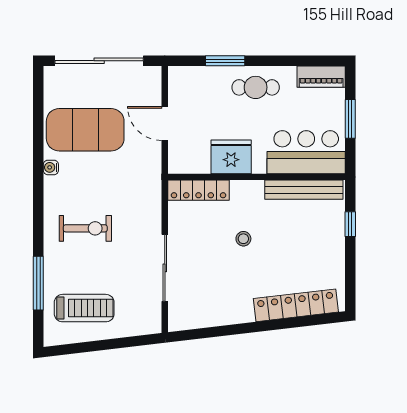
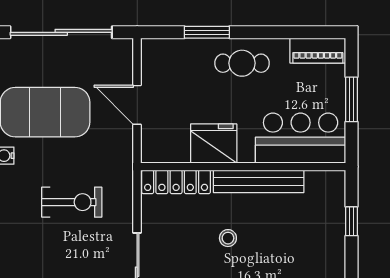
bench: (304, 190) -> (259, 181), moved
exercise bike: (85, 228) -> (72, 202), moved

